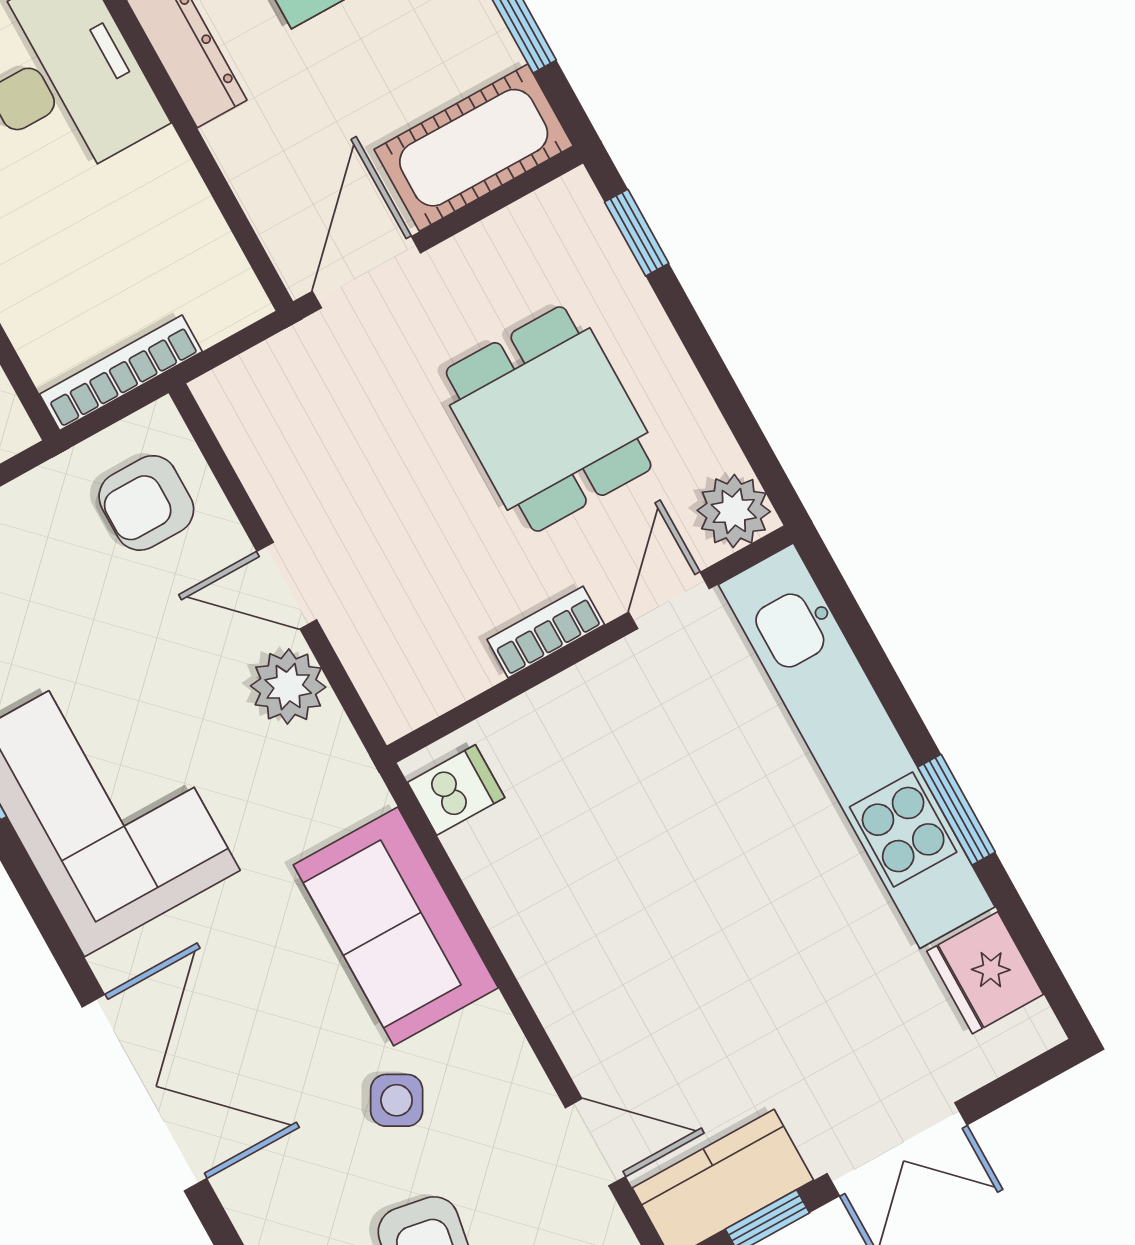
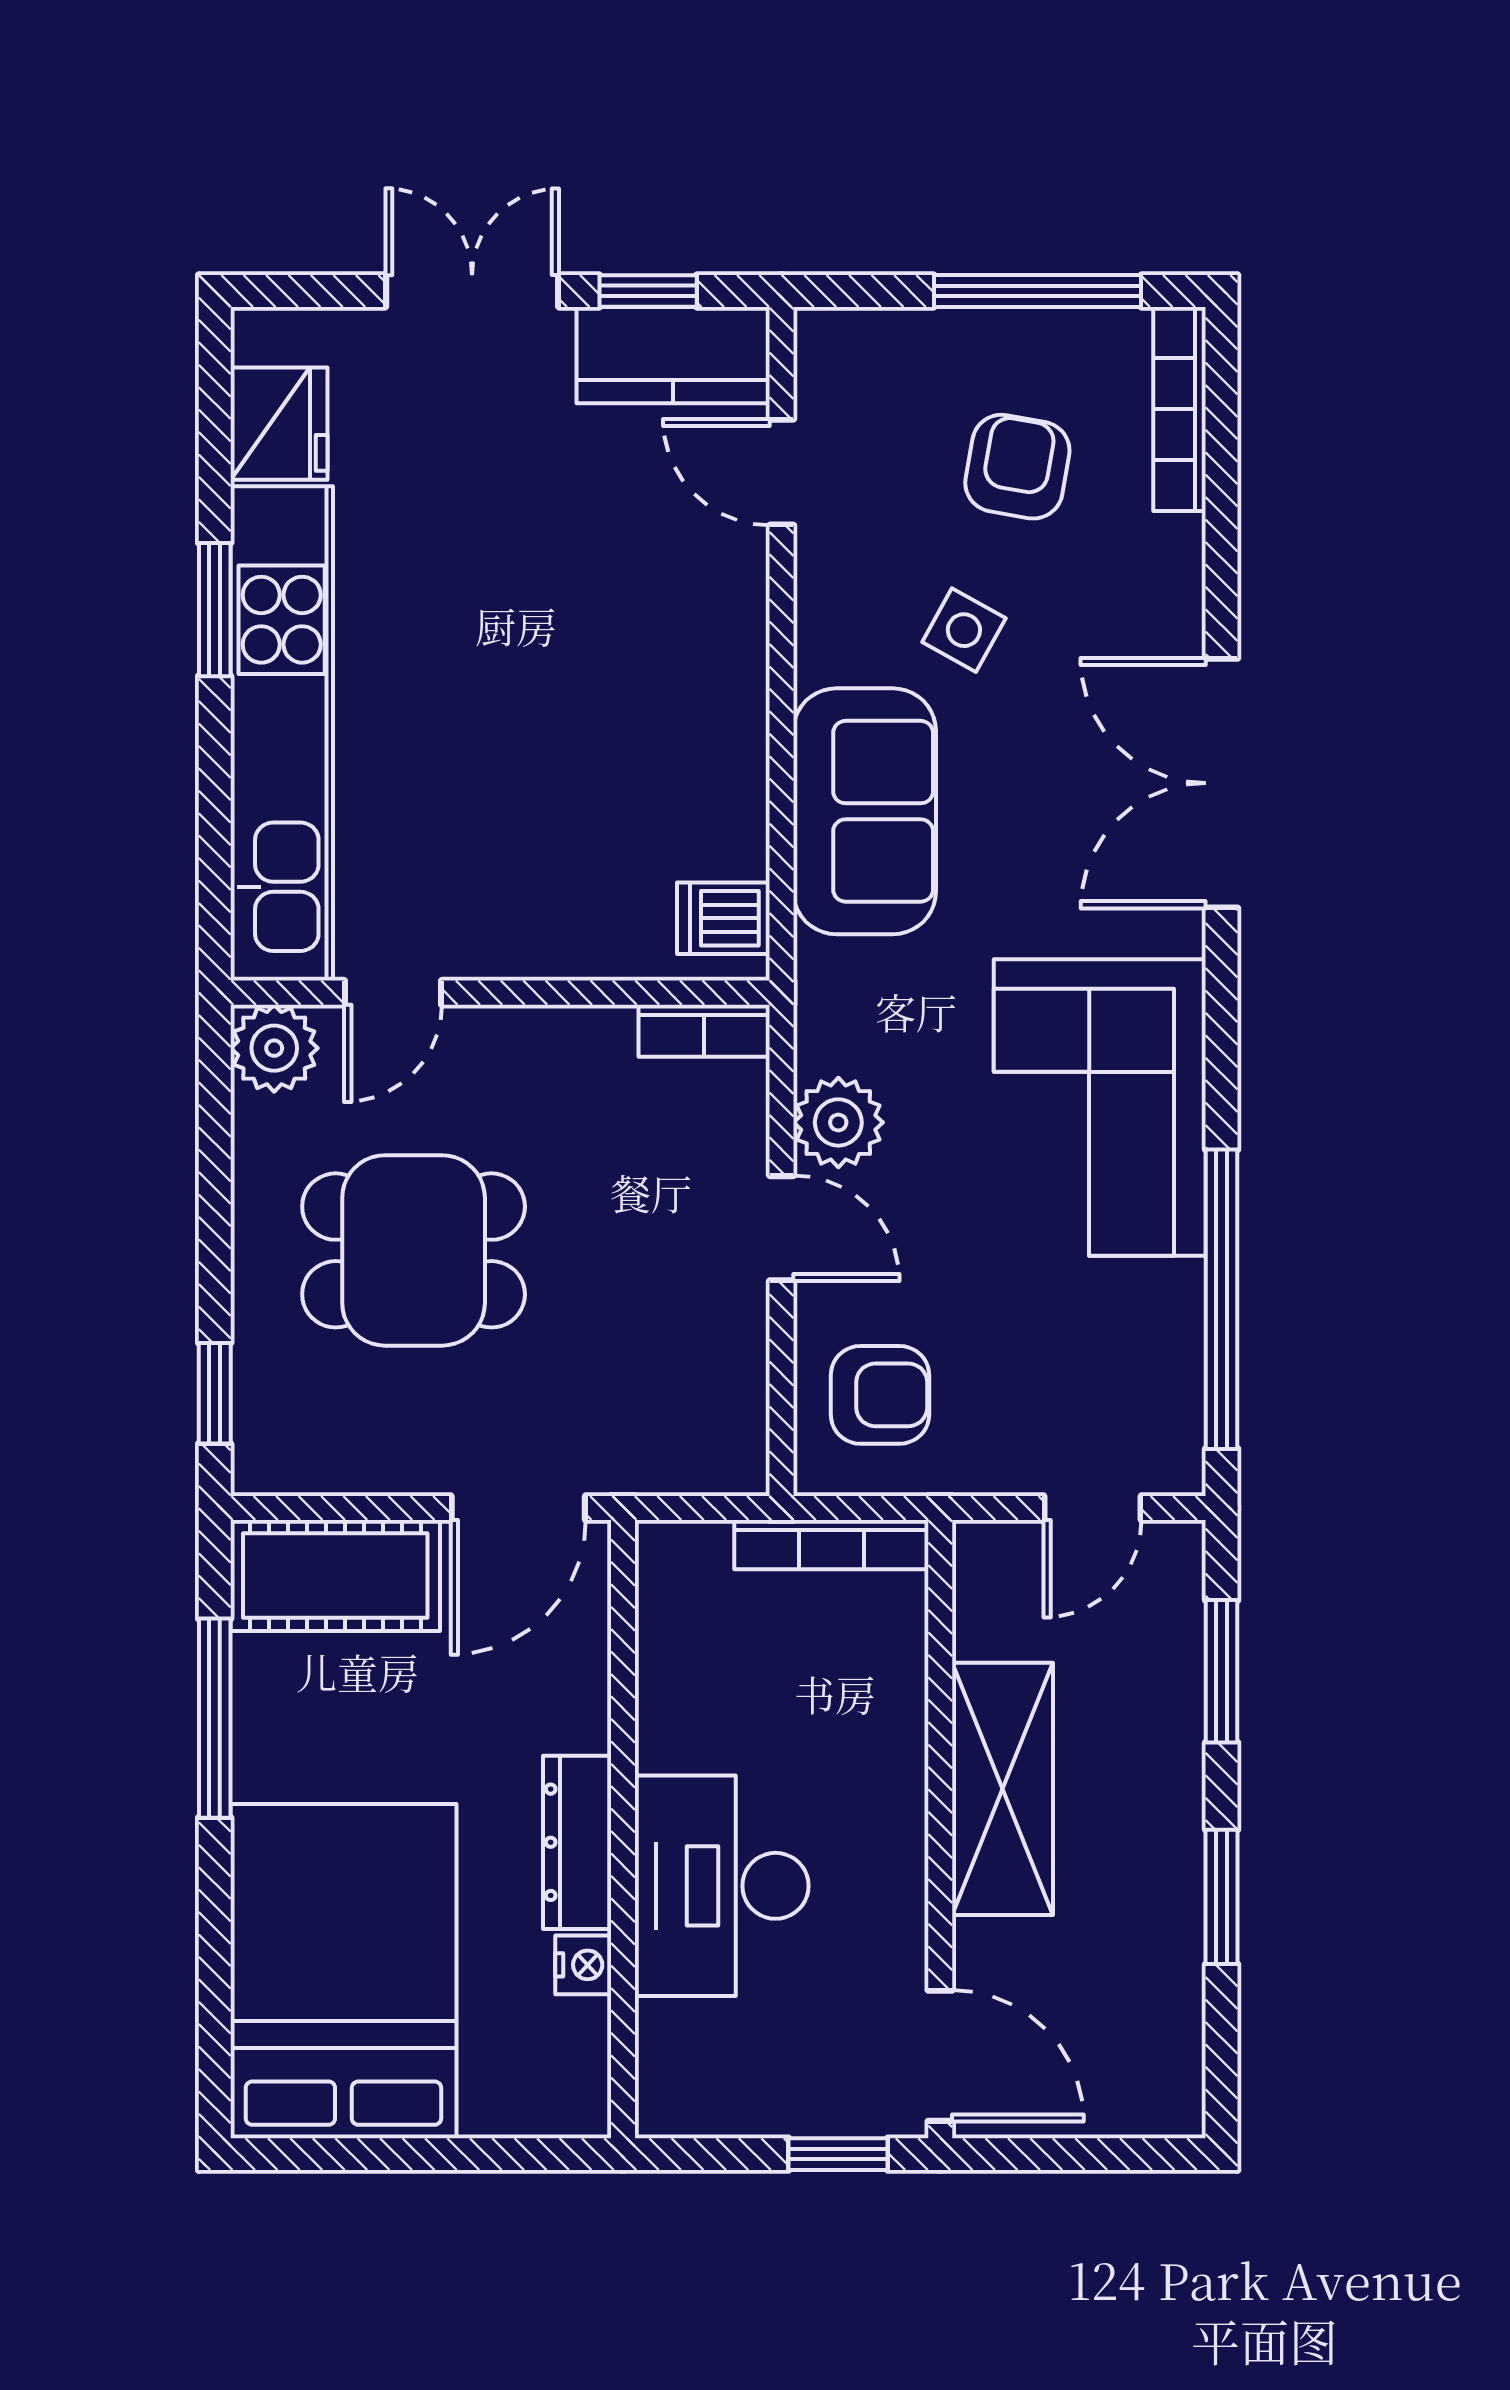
dining table: (549, 419) -> (414, 1250), turned 90
bookcase: (546, 632) -> (704, 1031), moved

